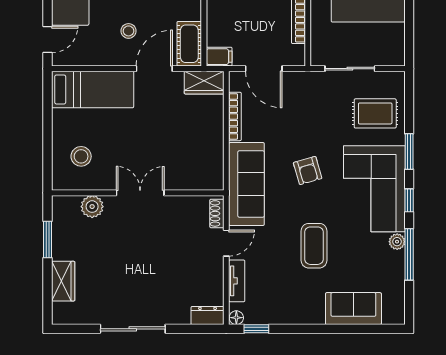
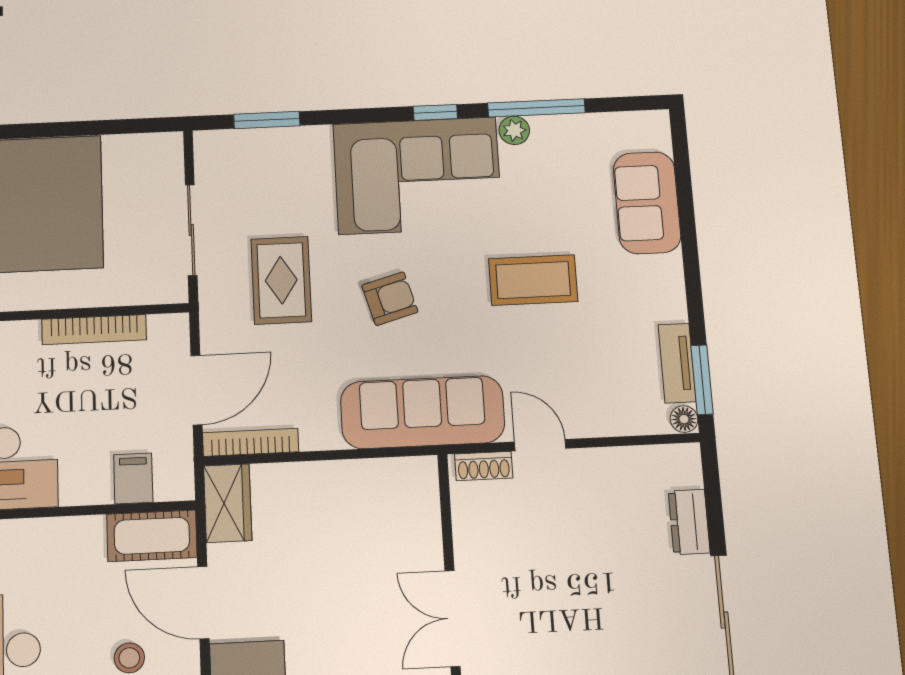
filing cabinet: (219, 57) -> (133, 478), moved
rug: (375, 113) -> (281, 280), moved
bookcase: (235, 116) -> (251, 442), moved
window: (409, 151) -> (267, 120), moved
tv unit: (237, 281) -> (677, 363), moved, turned -90
dresser: (208, 316) -> (689, 522), moved
window: (256, 329) -> (702, 380), width x1.50

